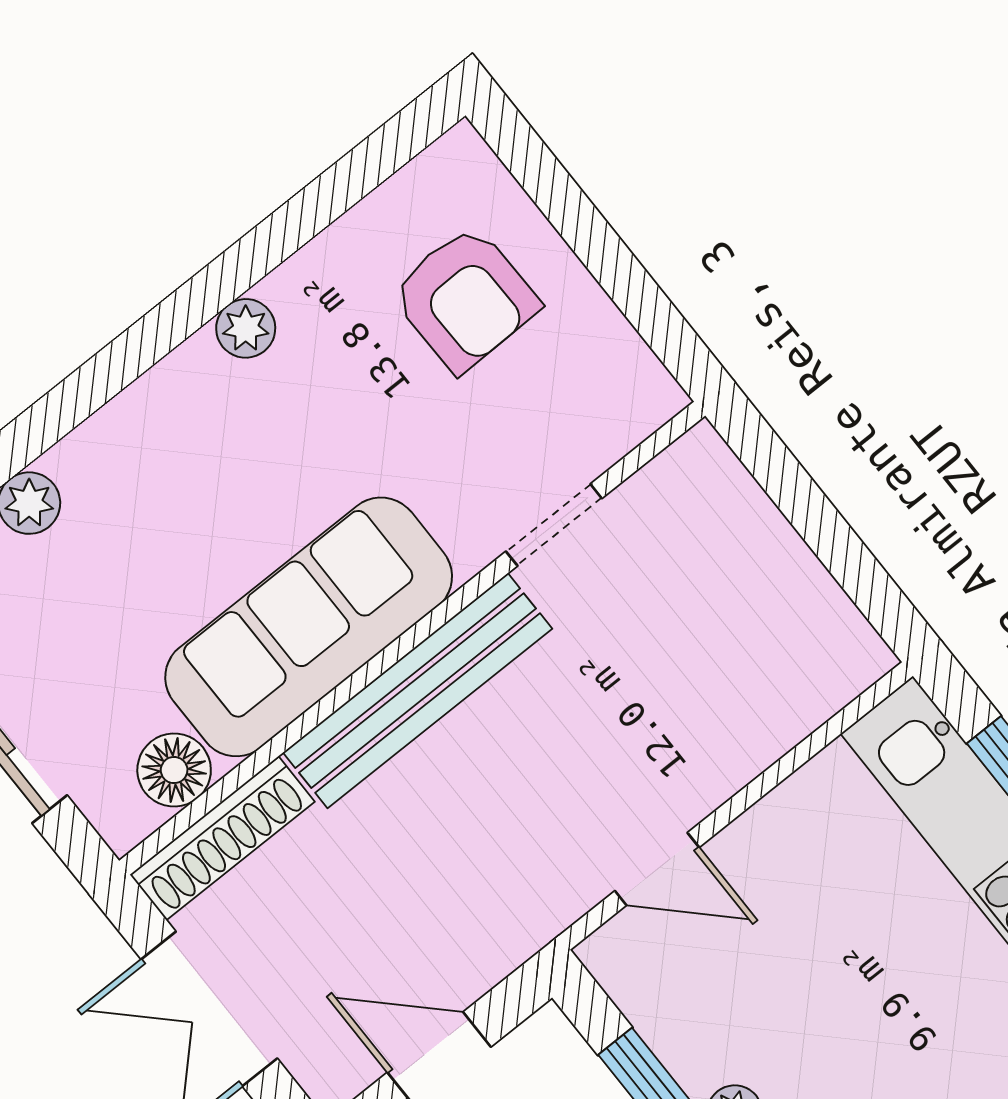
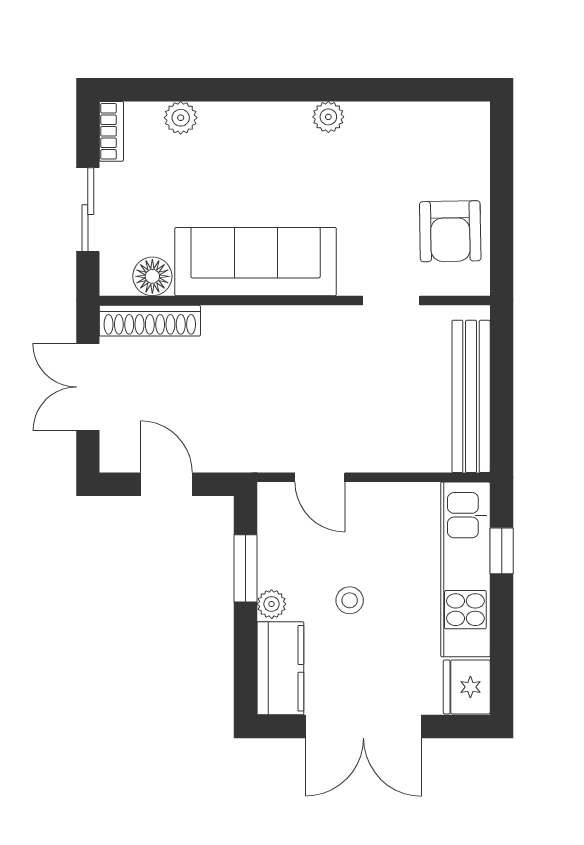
armchair: (465, 299) -> (450, 231), moved
bench: (418, 691) -> (471, 396), moved, turned 90
stool: (845, 1015) -> (350, 600), added

